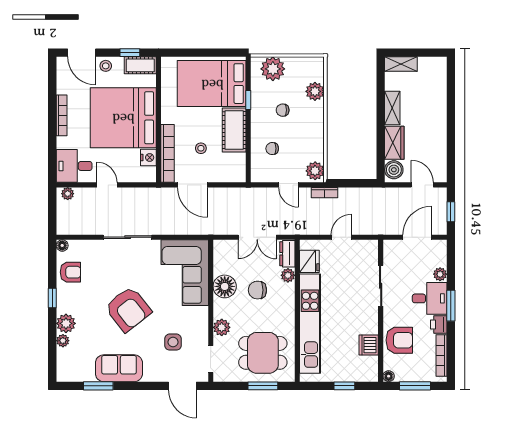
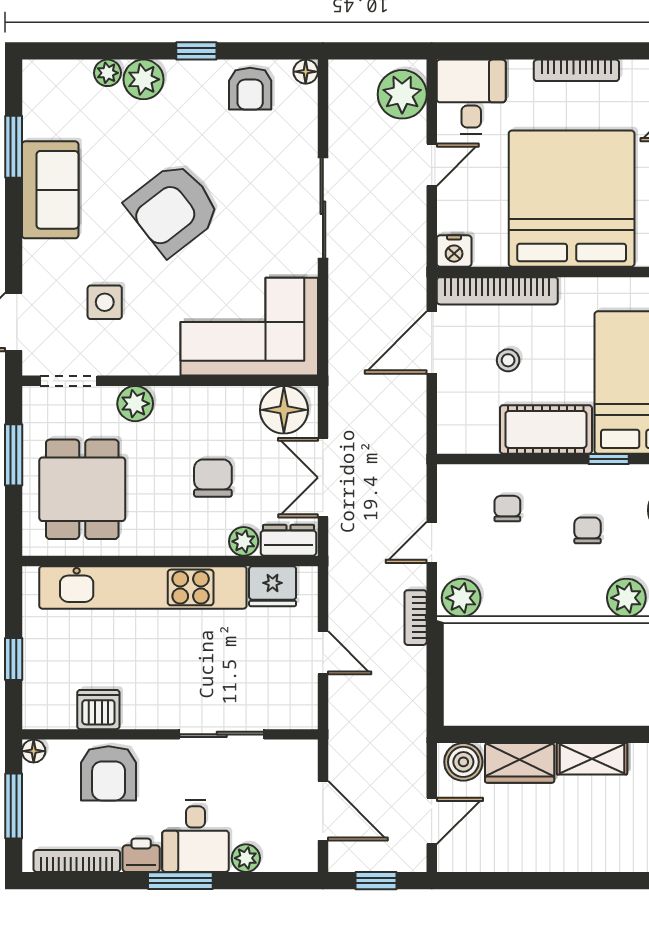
nightstand: (148, 157) -> (454, 251), moved
plant: (68, 194) -> (402, 94), width x1.88, depth x1.88
floor lamp: (225, 286) -> (284, 410), moved
window: (263, 386) -> (14, 455), moved

